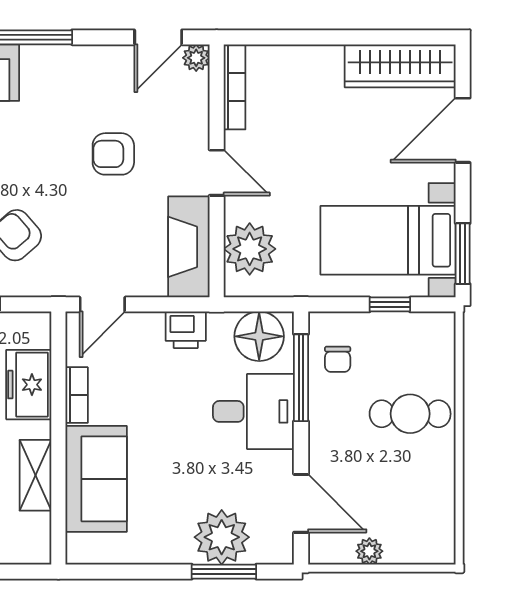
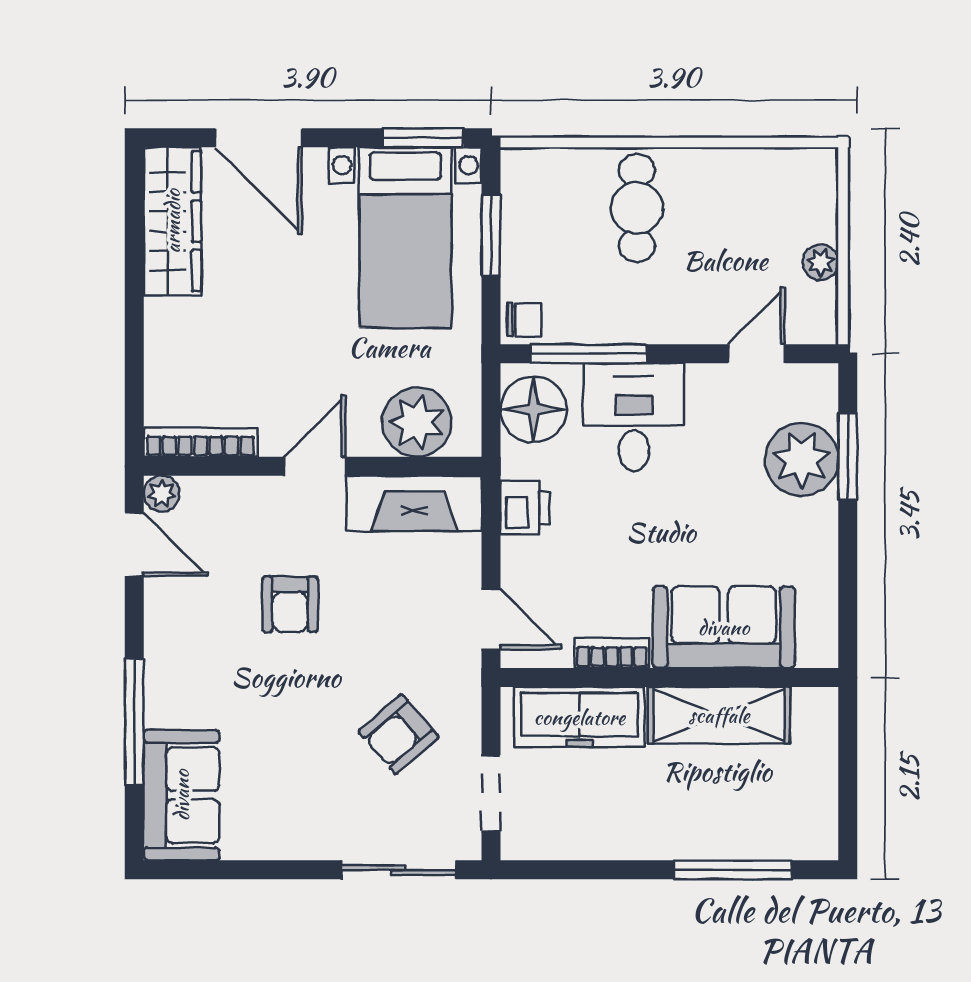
window: (390, 304) -> (491, 235), width x1.50
chair: (338, 359) -> (524, 320), moved
freezer: (29, 385) -> (579, 717), width x1.40
shelving: (35, 475) -> (719, 715), width x1.50, depth x1.33
door: (301, 503) -> (756, 354), width x0.73

